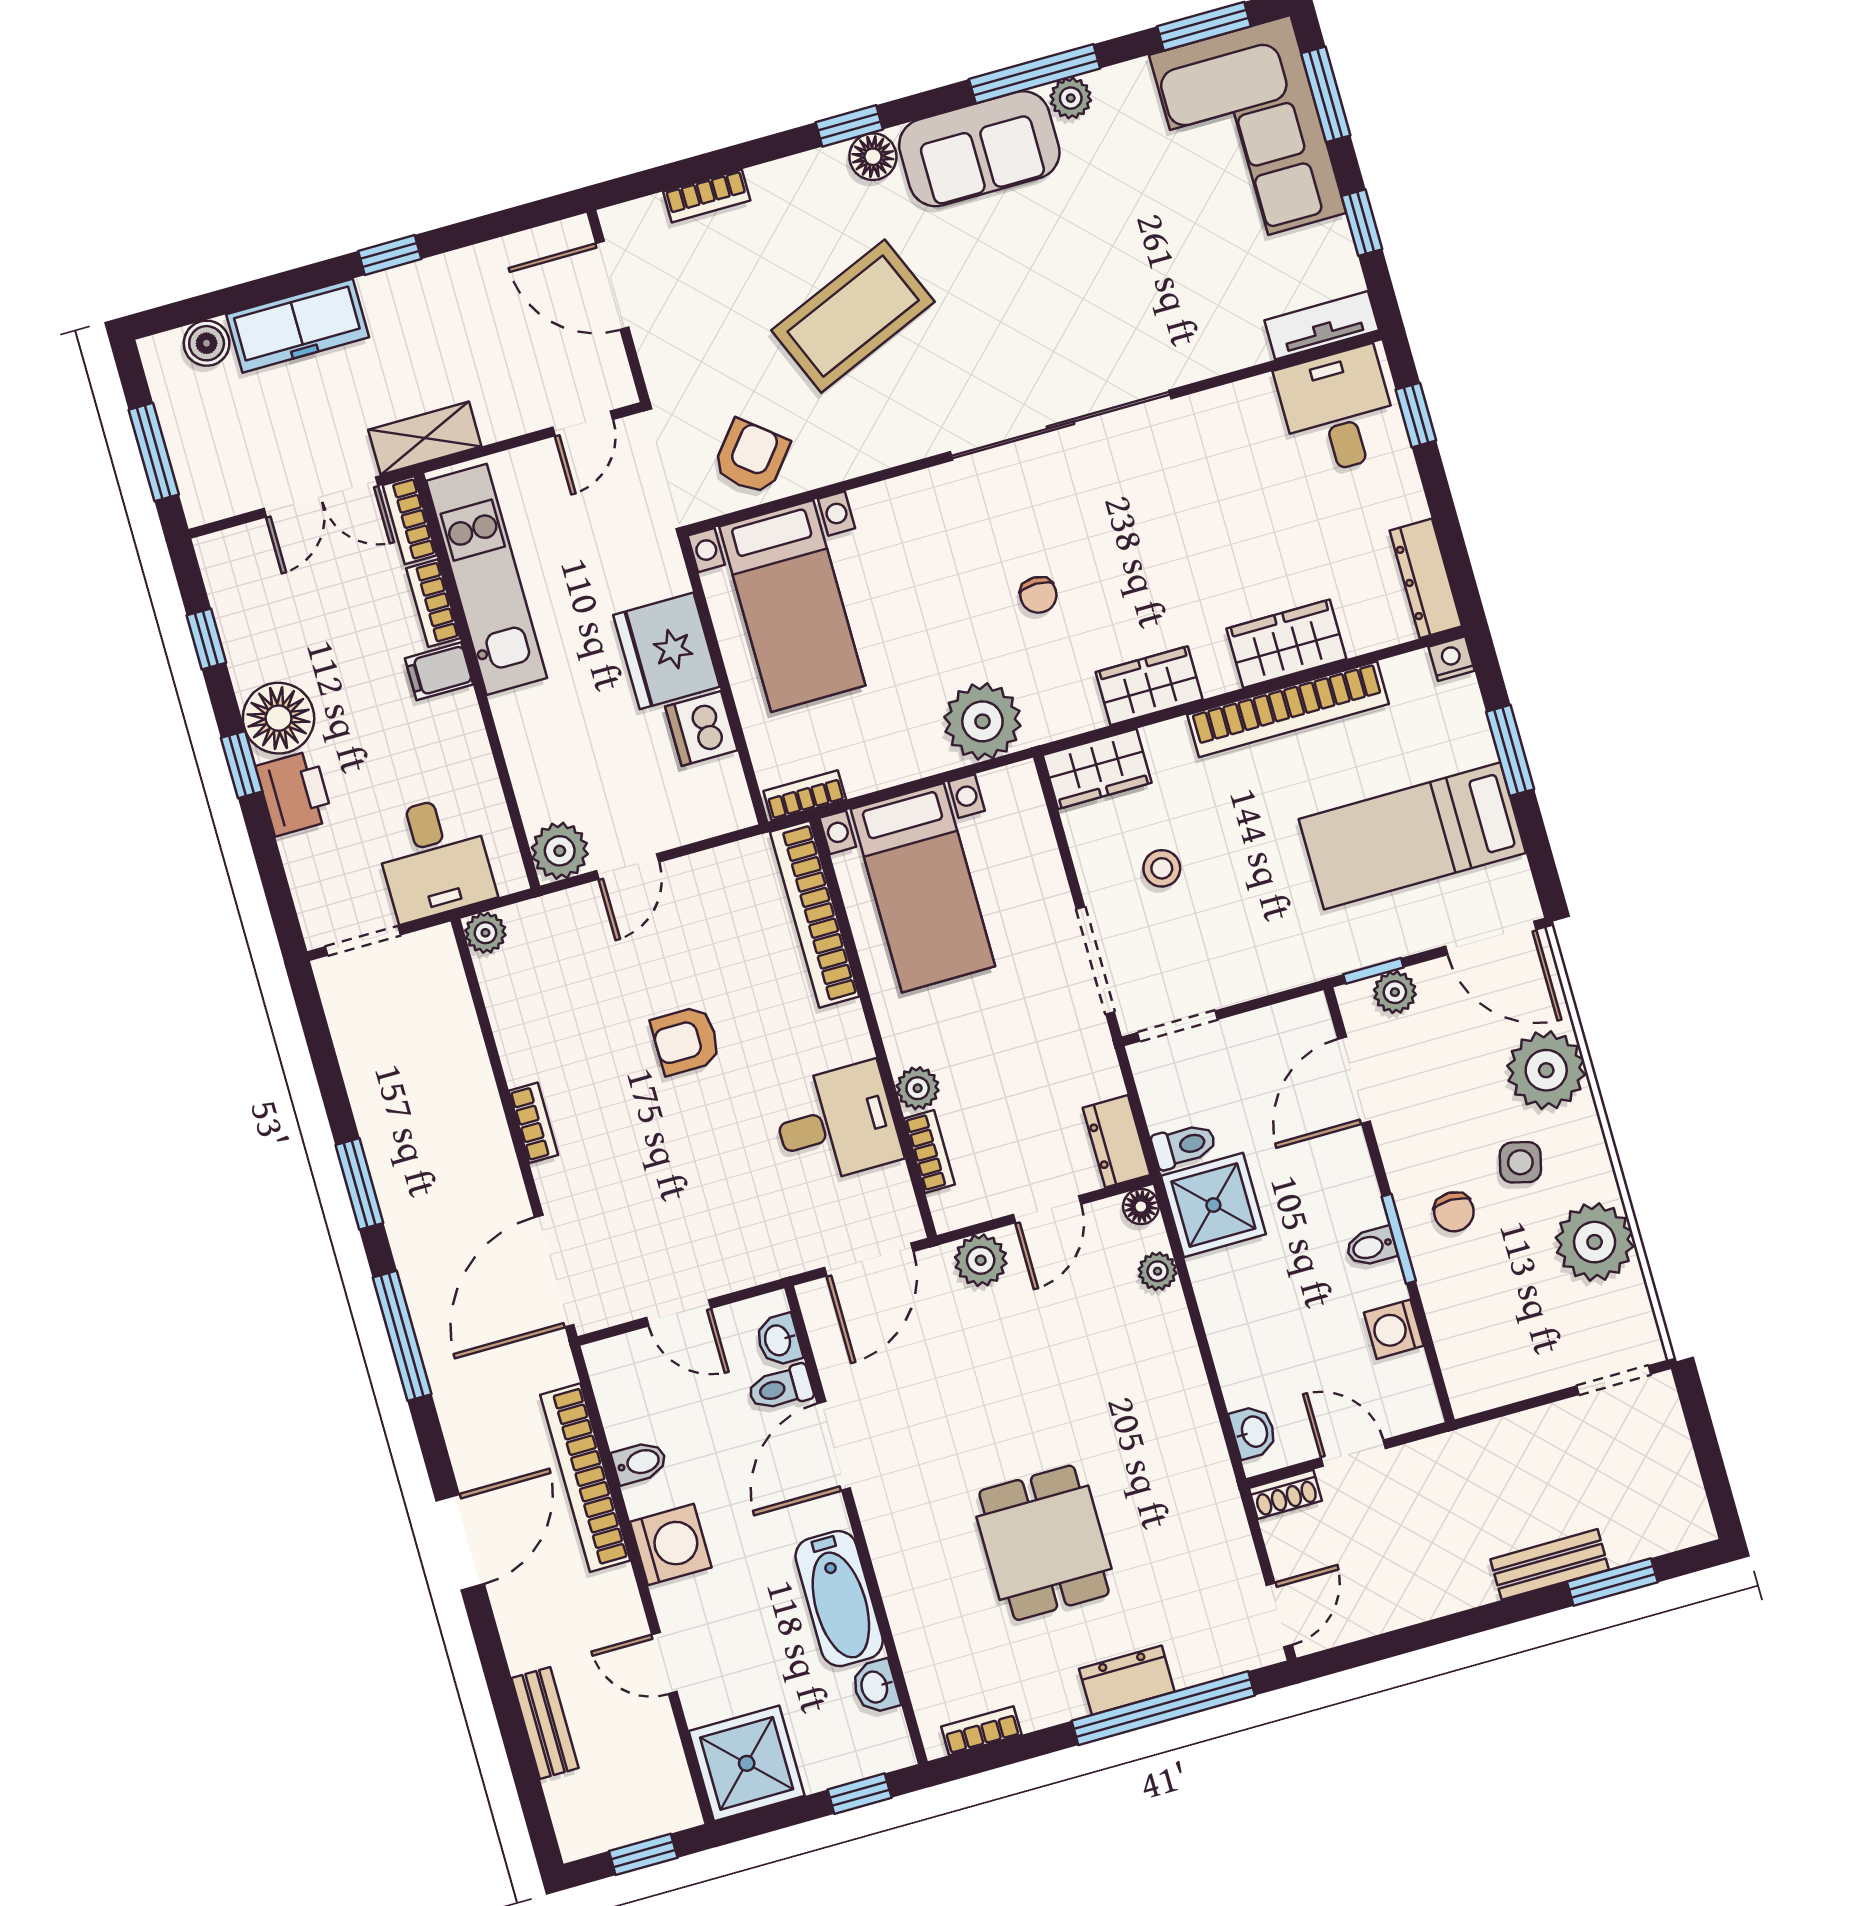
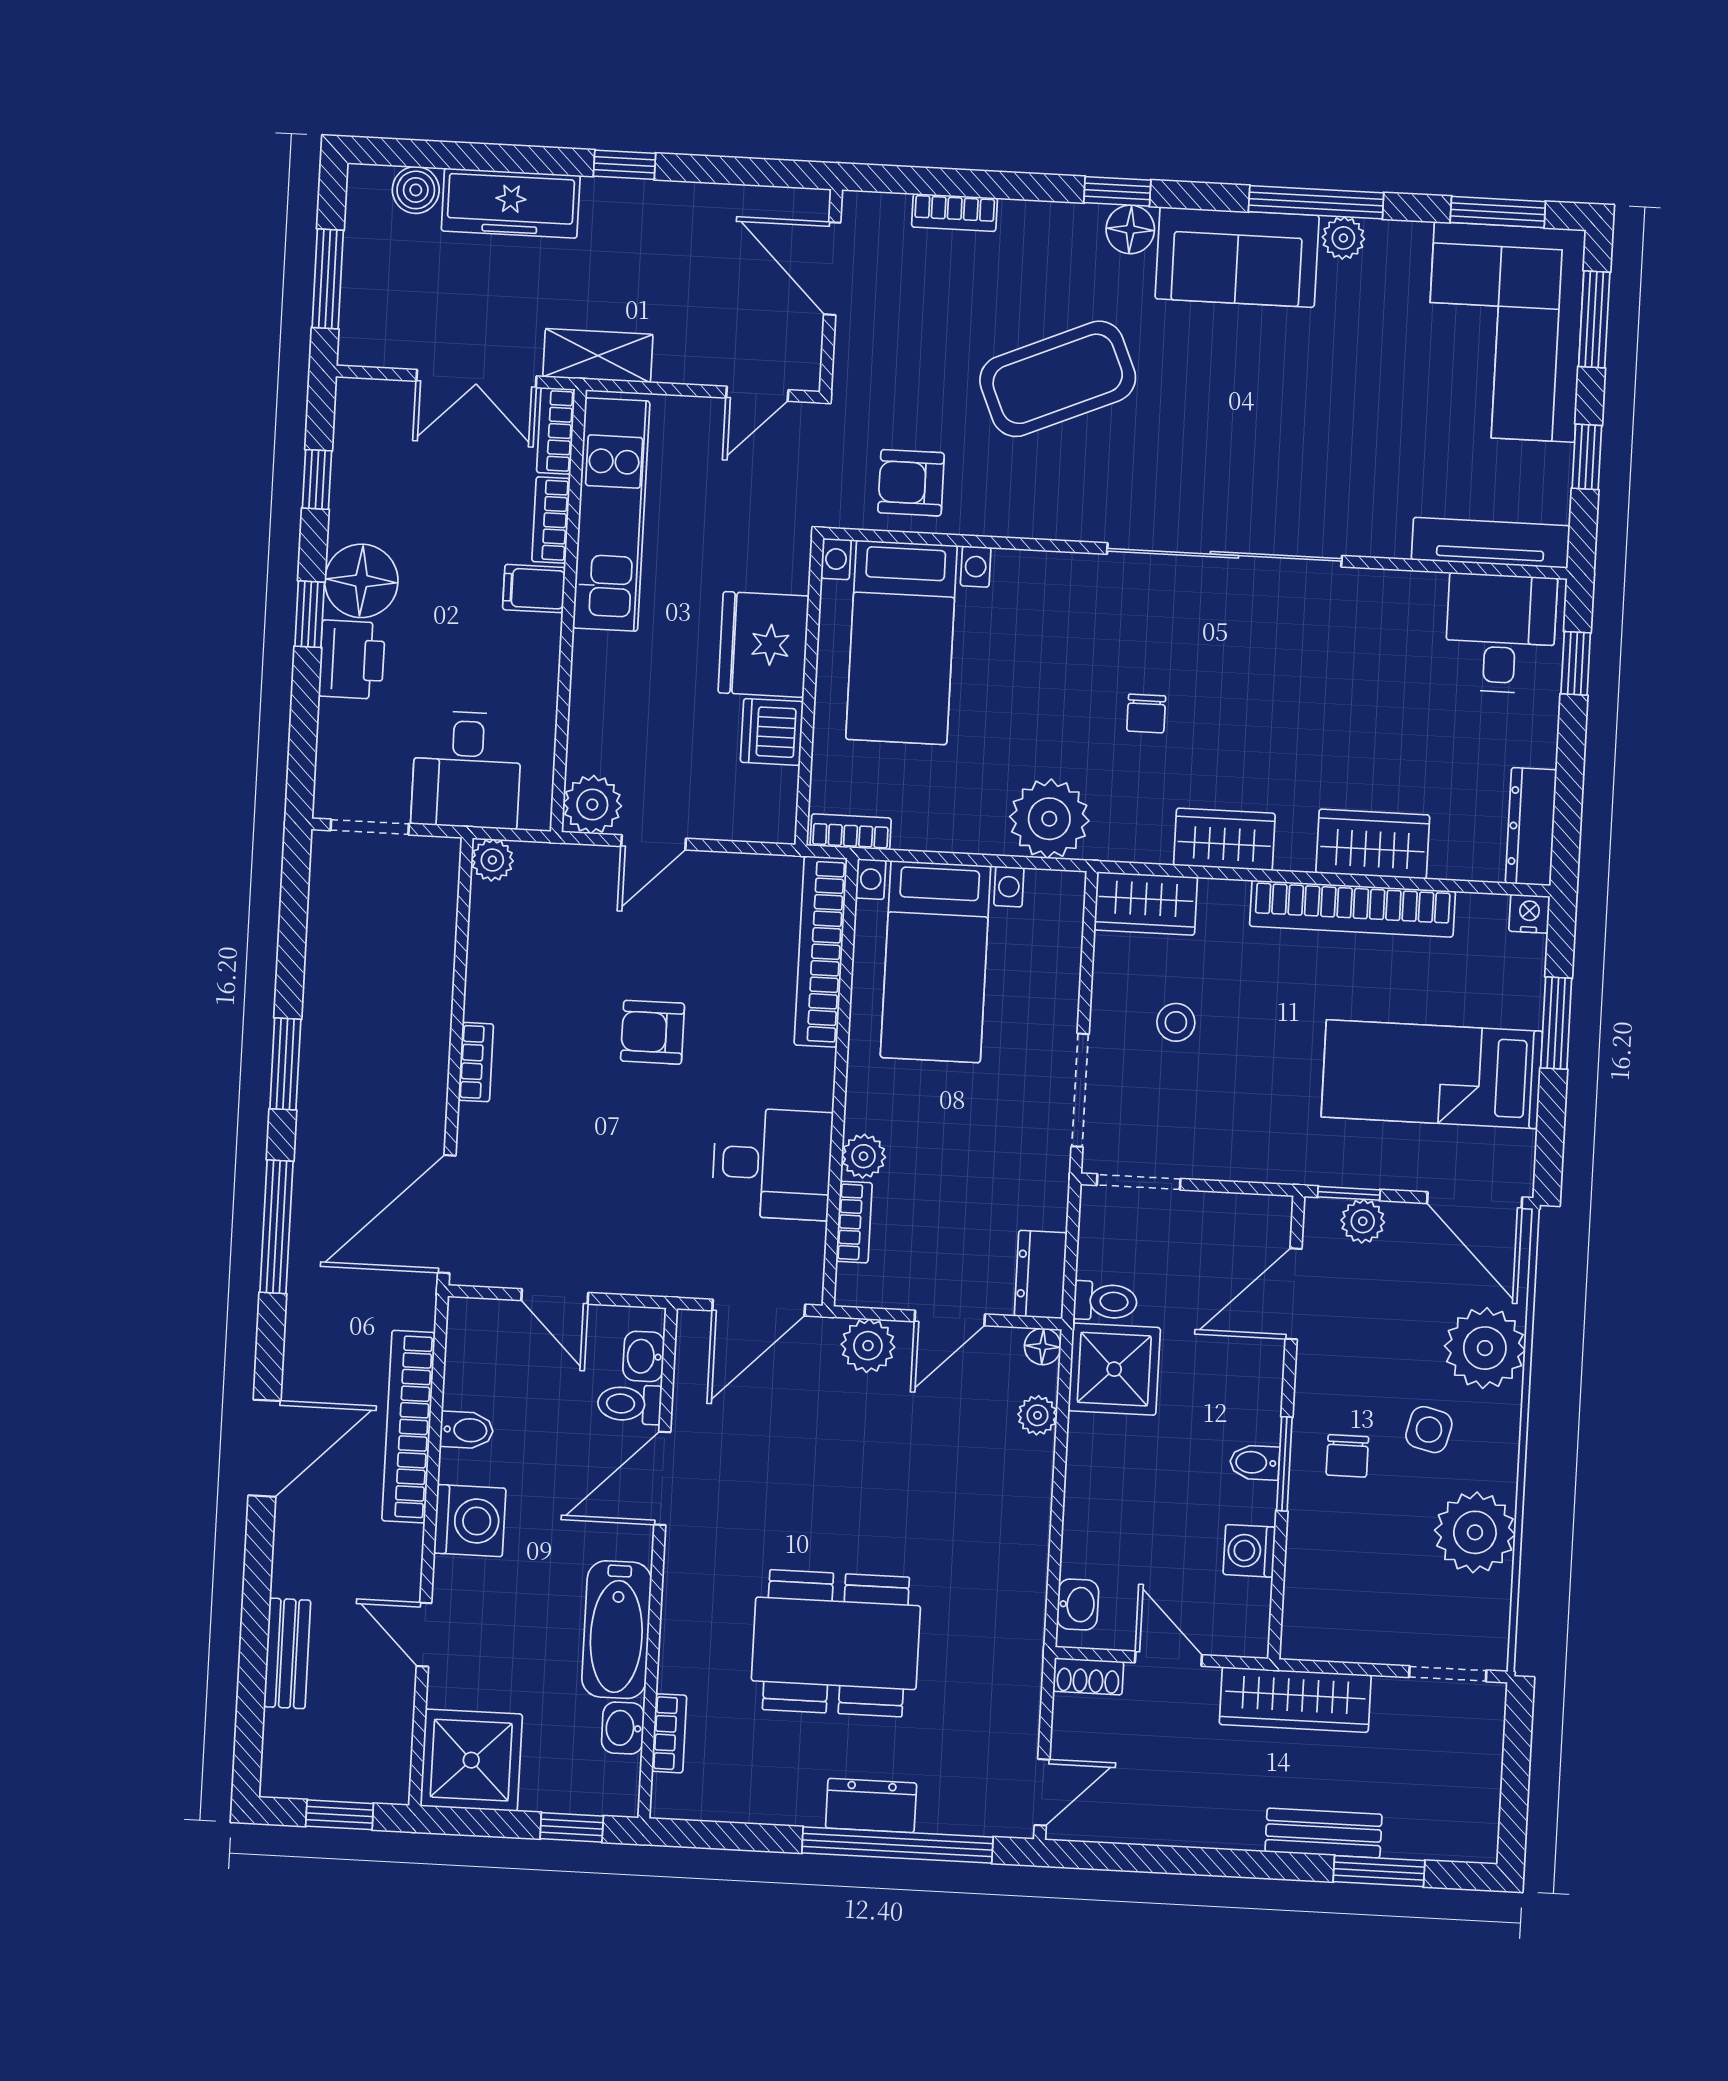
tv unit: (1322, 325) -> (1491, 543), width x1.41
armchair: (751, 457) -> (911, 483), turned -129
wardrobe: (1482, 1451) -> (1295, 1700), added
dining table: (1044, 1543) -> (836, 1643), width x1.38
bookcase: (981, 1731) -> (669, 1733), moved, turned 90

